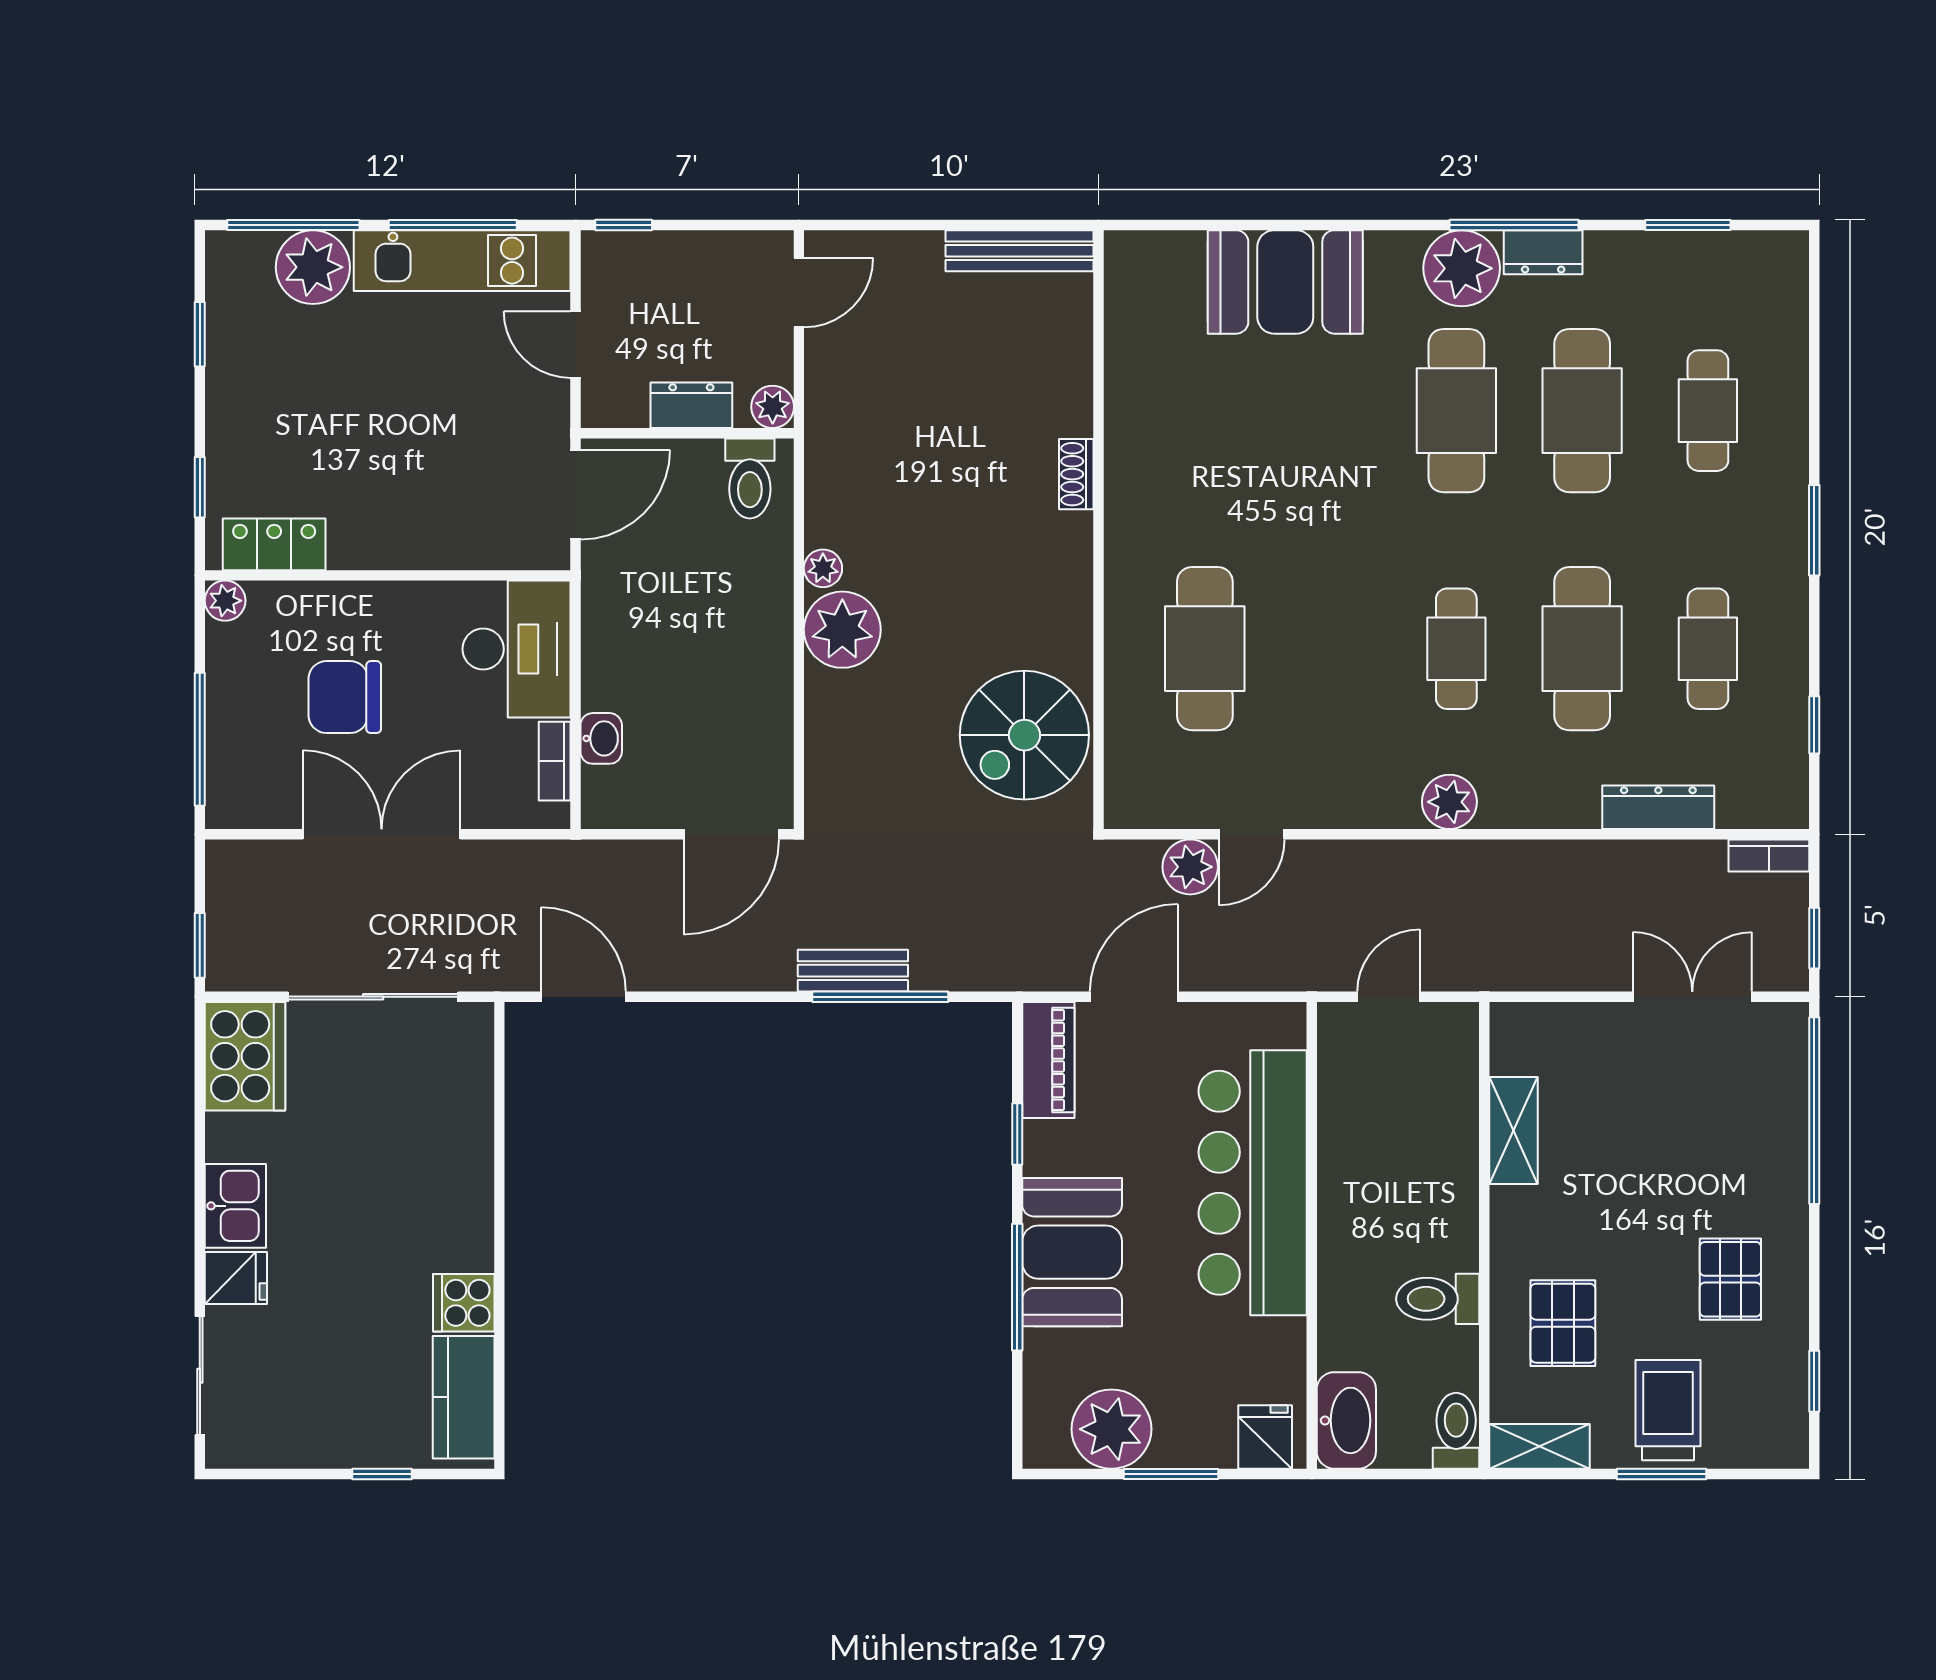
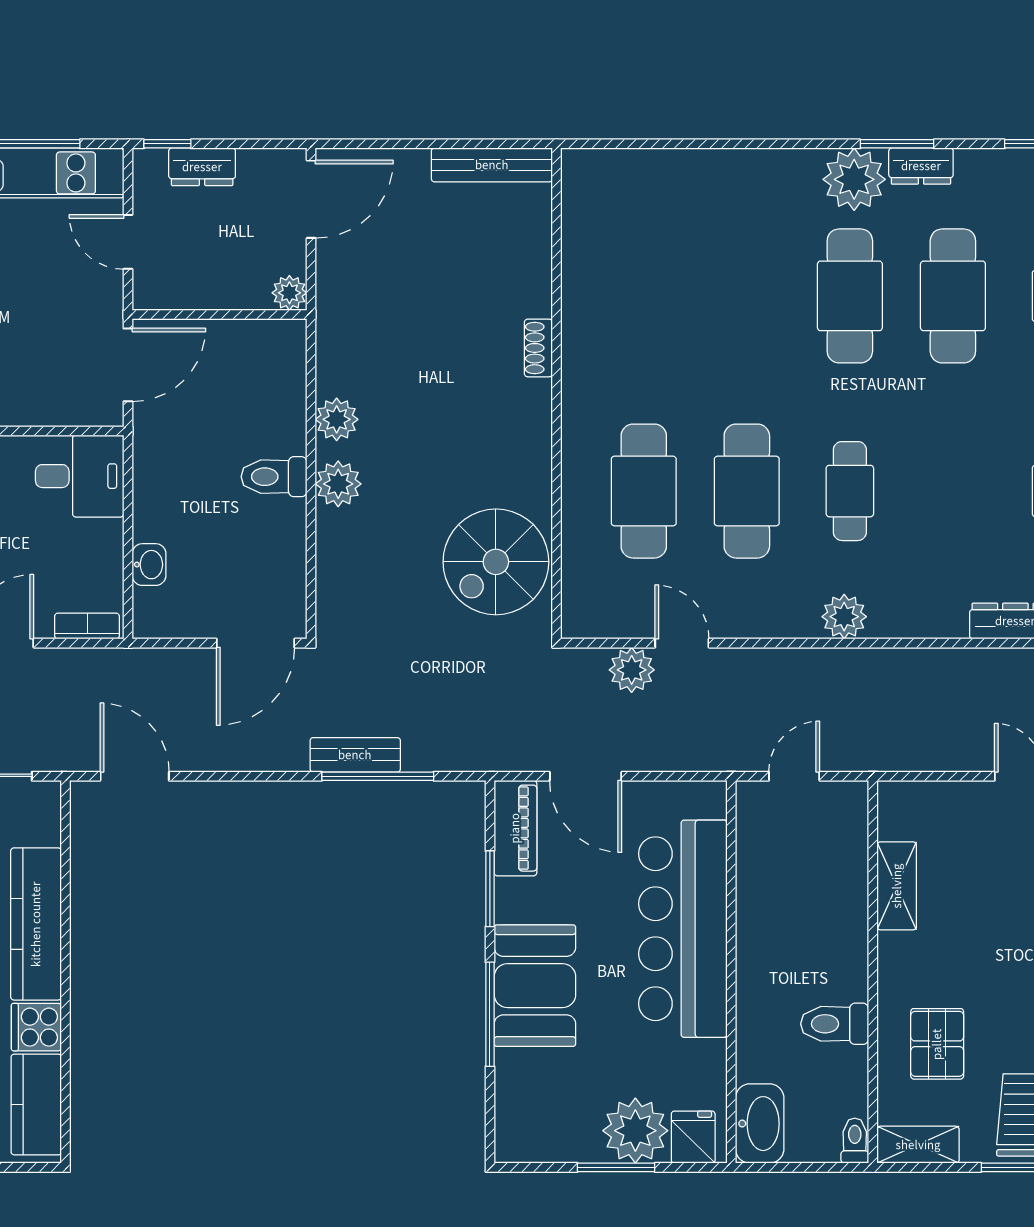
window: (1514, 225) -> (897, 144), width x0.69
booth: (1285, 282) -> (710, 190), removed
door: (799, 293) -> (311, 199), width x1.38
dresser: (691, 405) -> (202, 167), moved, turned 180
toilet: (750, 478) -> (274, 477), moved, turned 90
plant: (823, 568) -> (337, 419), width x1.38, depth x1.38
plant: (842, 630) -> (338, 484), width x0.73, depth x0.73
desk: (517, 649) -> (80, 476), width x0.73
cafe table: (1582, 649) -> (747, 491), moved
bookcase: (555, 761) -> (87, 626), moved, turned 90
door: (1251, 834) -> (682, 643), swing flipped
door: (1134, 997) -> (586, 776), swing flipped
window: (1017, 1134) -> (490, 889), width x1.50
kitchen counter: (463, 1177) -> (36, 924), added
plant: (1111, 1429) -> (635, 1131), moved
toilet: (1456, 1431) -> (855, 1141), width x0.73, depth x0.72

